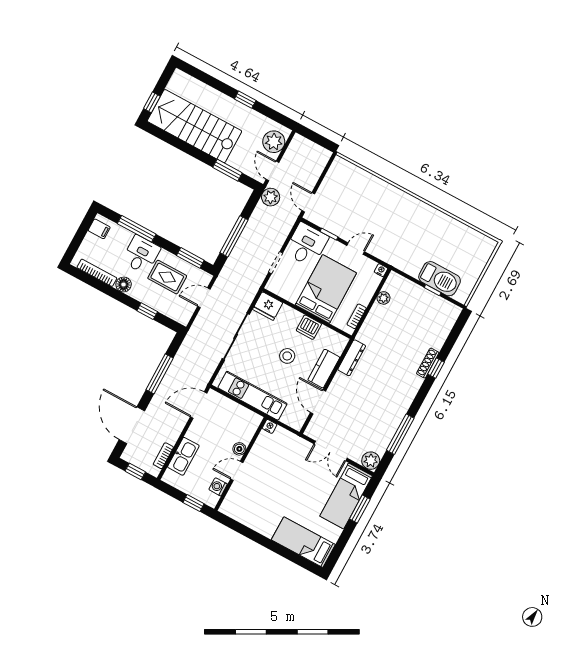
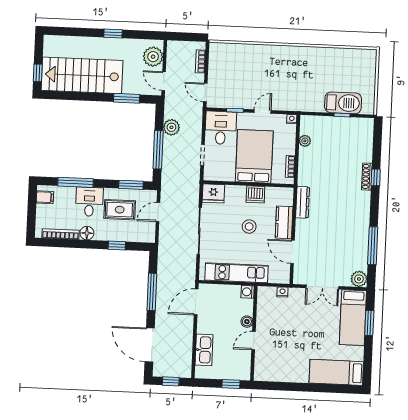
plant: (271, 197) -> (171, 127), moved
nightstand: (270, 426) -> (282, 292), moved
bookcase: (163, 456) -> (200, 61), moved
washing machine: (218, 487) -> (248, 292), moved

